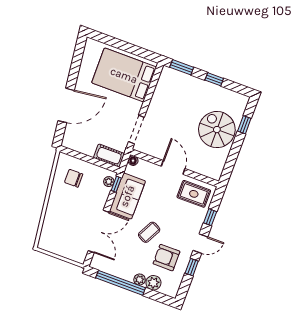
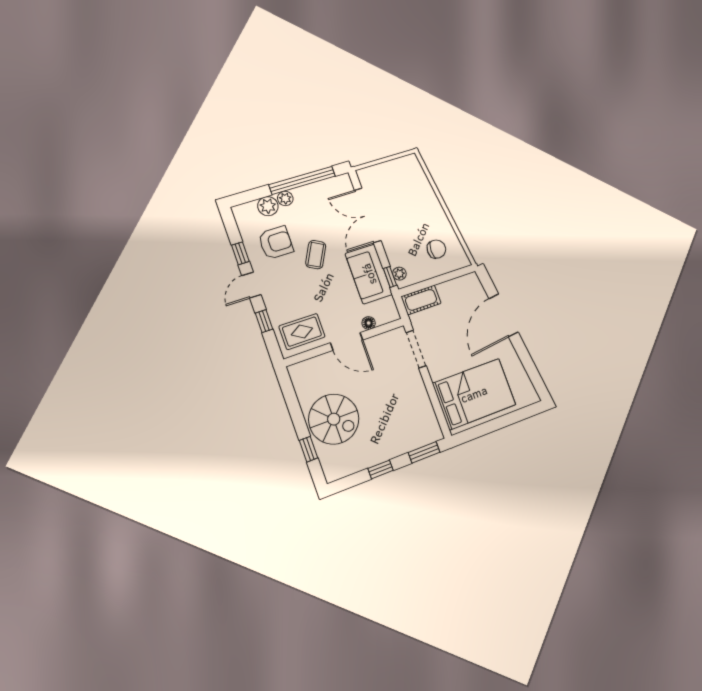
floor lamp: (133, 161) -> (369, 323), moved

